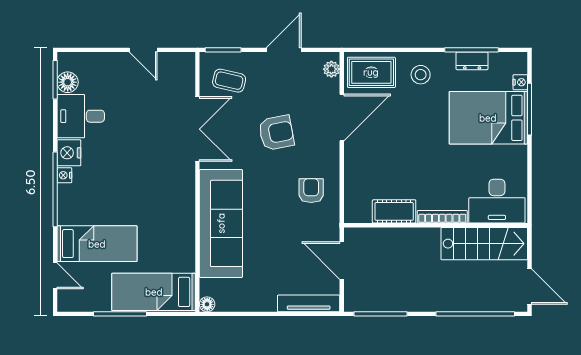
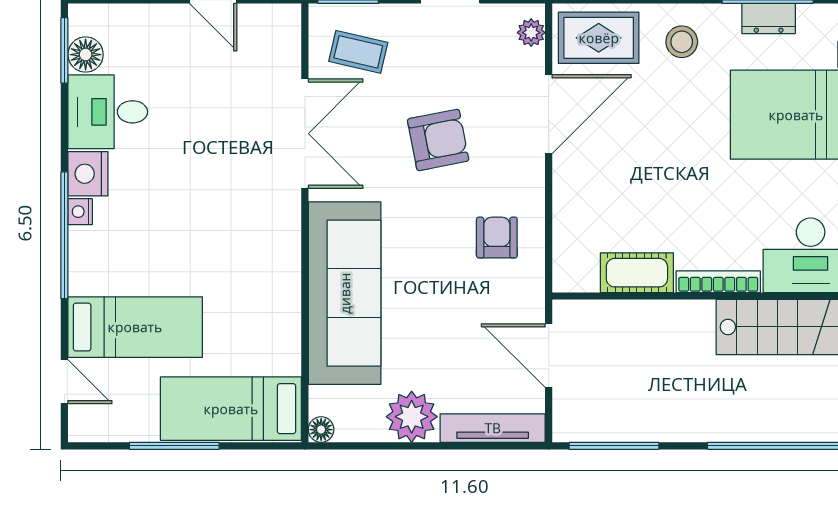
plant: (261, 297) -> (412, 417), added

